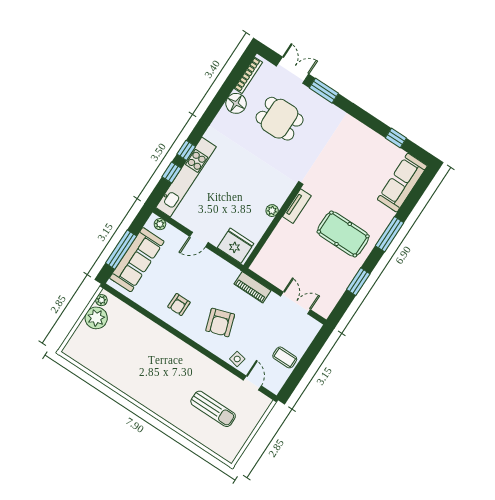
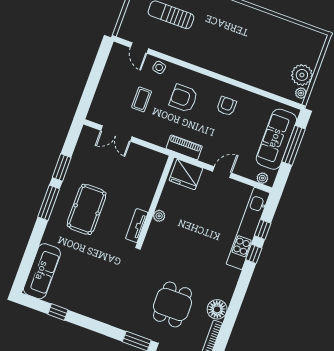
dining table: (280, 119) -> (172, 304), turned 90
pool table: (343, 234) -> (87, 209), turned 90
window: (390, 234) -> (49, 203), moved
piano: (252, 287) -> (184, 147), moved
armchair: (220, 322) -> (183, 98), turned -72
coffee table: (285, 357) -> (142, 99), moved, turned 90

